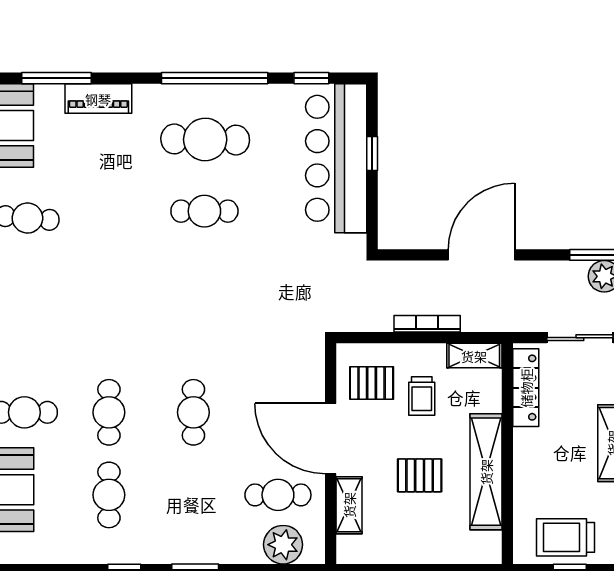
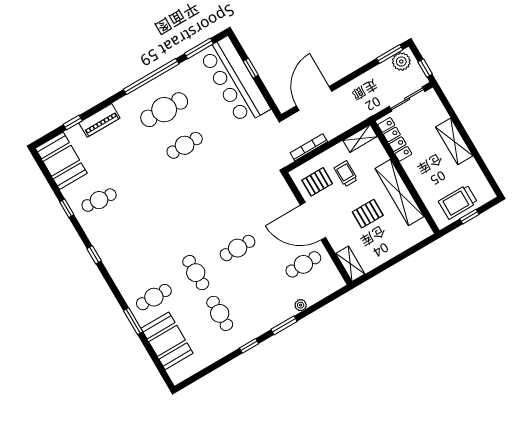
window: (56, 78) -> (73, 122), width x0.46
window: (311, 78) -> (199, 48), width x1.50
door: (481, 255) -> (314, 98), moved
bookcase: (427, 324) -> (309, 147), moved
trolley: (422, 396) -> (346, 174), turned 180
cafe table: (193, 412) -> (238, 248), turned 90
shelving: (349, 505) -> (350, 264), moved
plant: (283, 545) -> (301, 305), moved, width x0.53, depth x0.53

